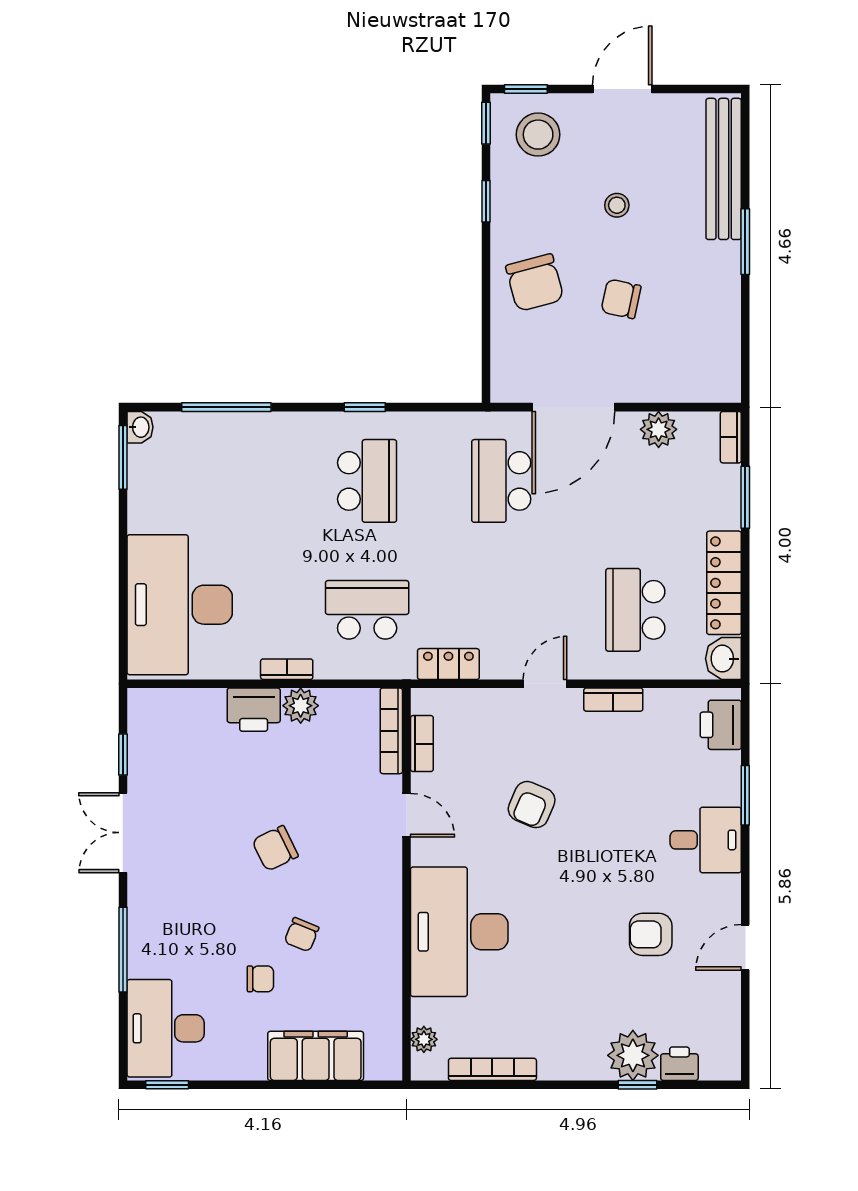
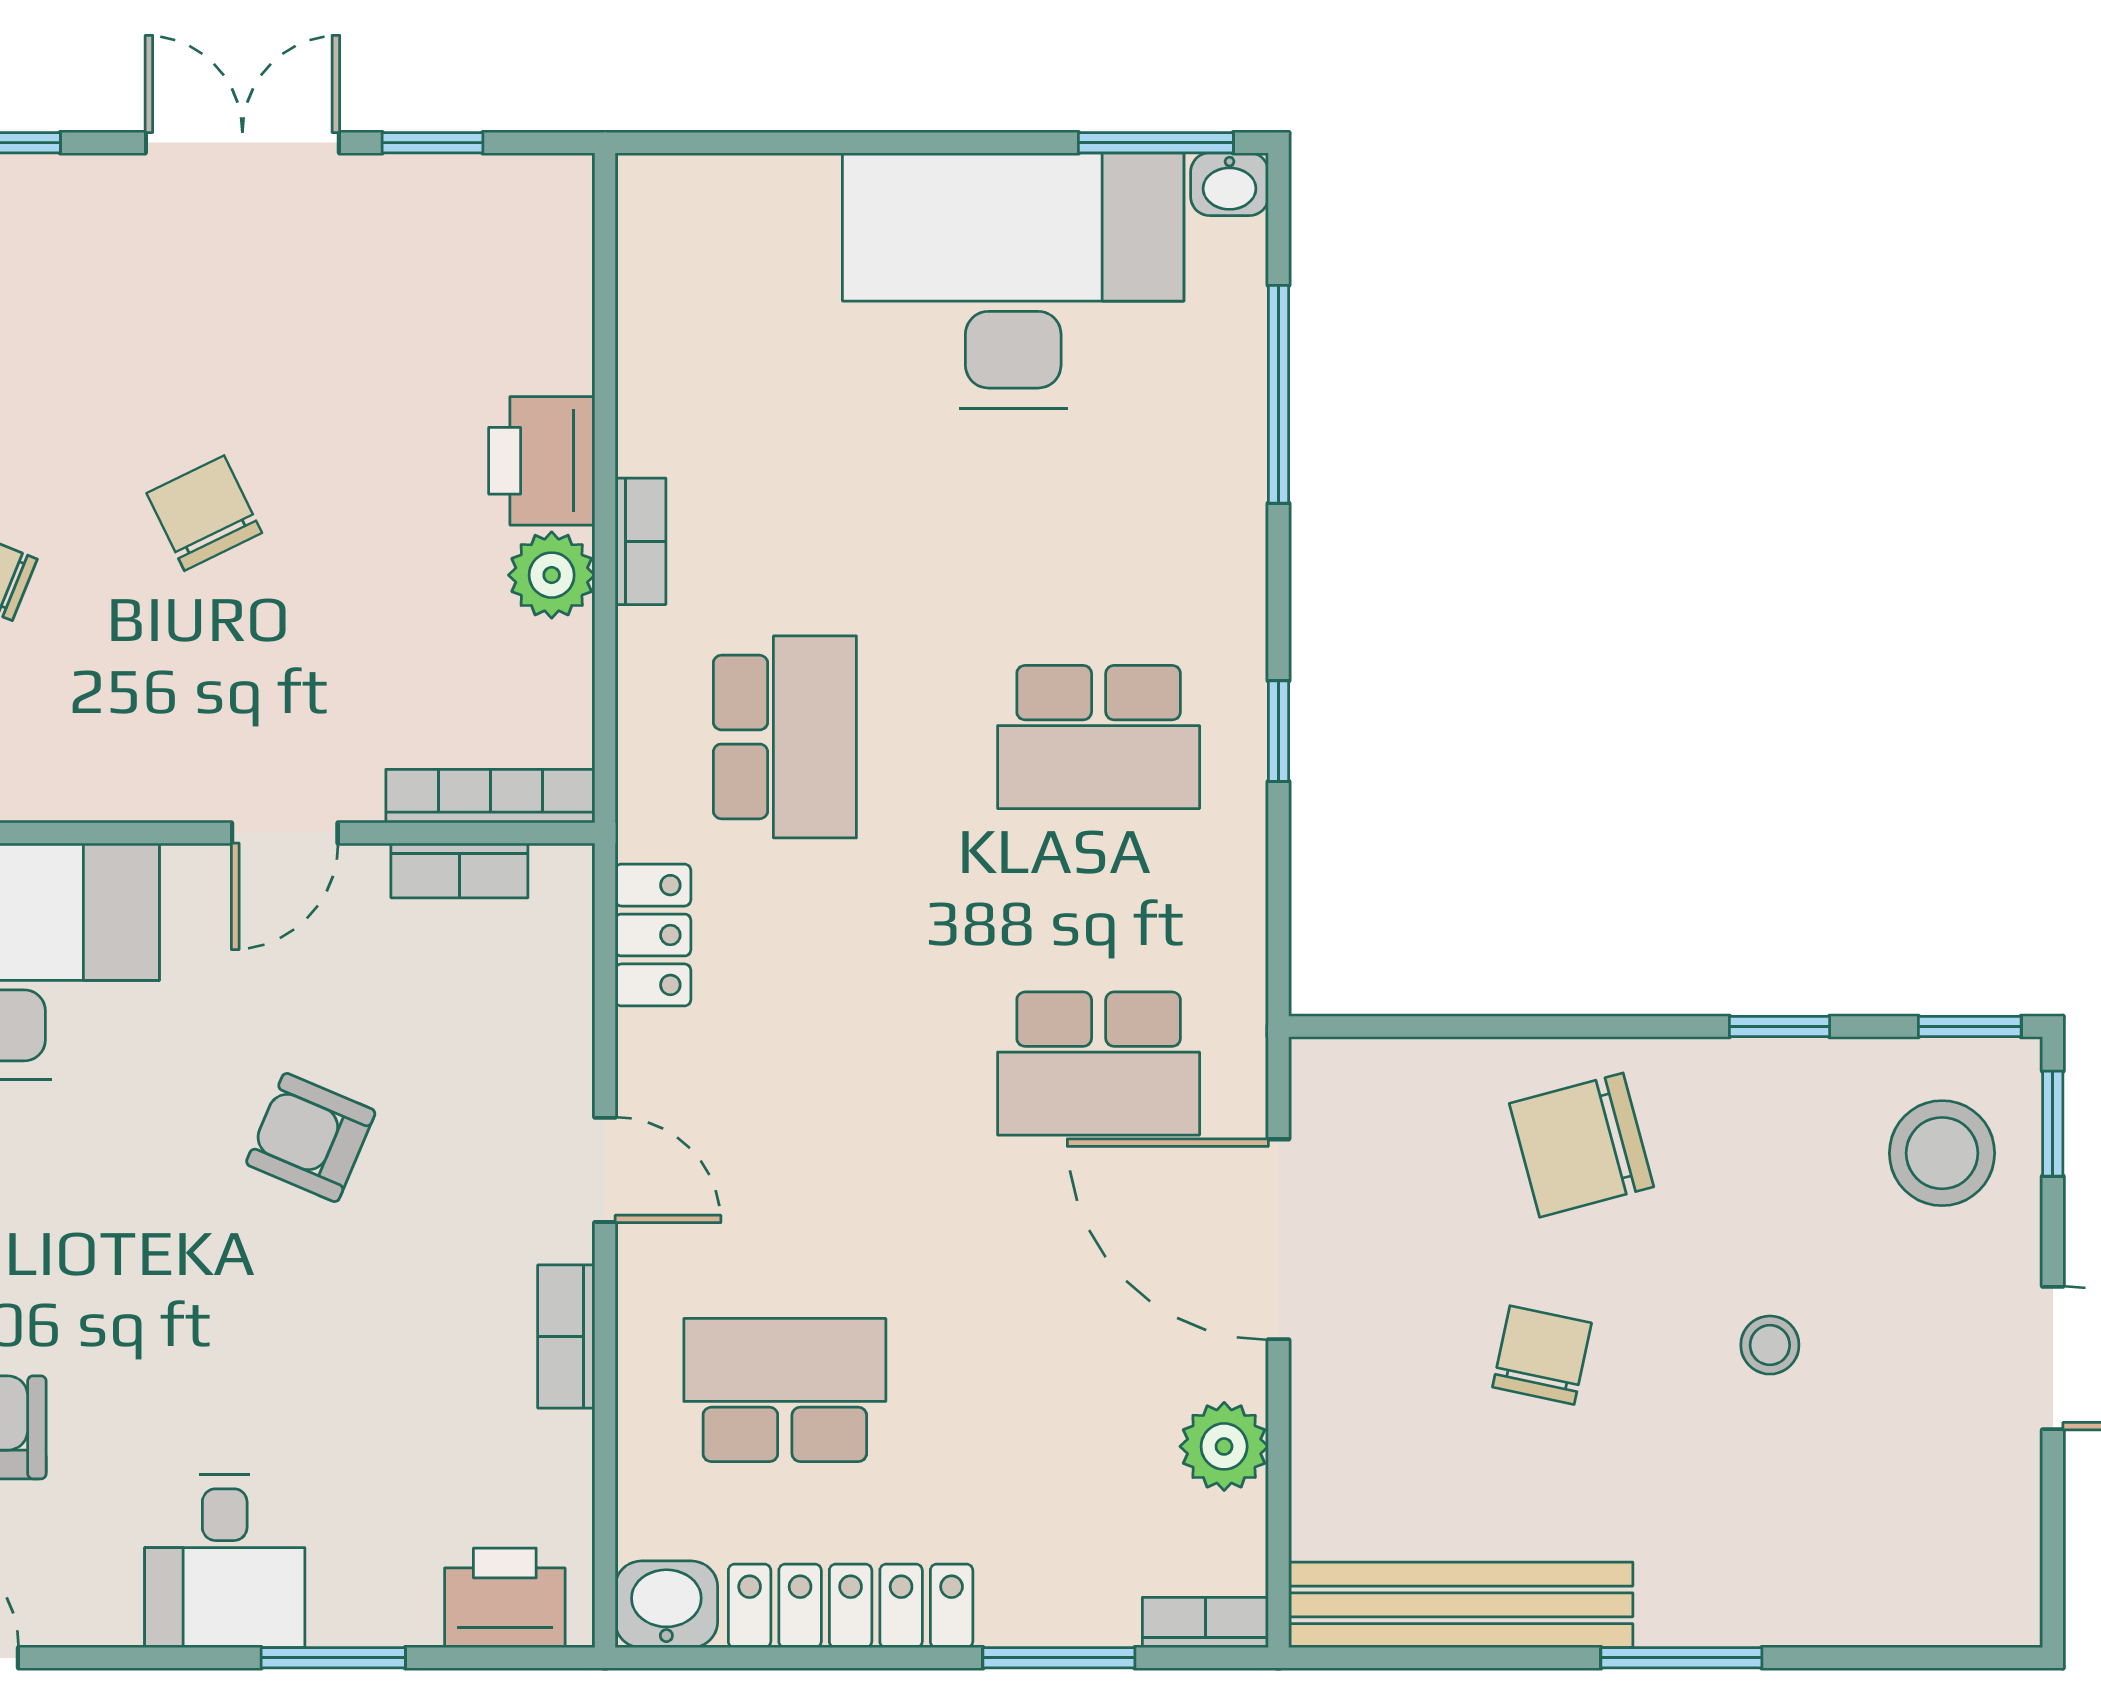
bench: (724, 169) -> (1461, 1605), moved
school desk: (501, 481) -> (1099, 1064), turned 180
desk: (180, 605) -> (1013, 281), moved

